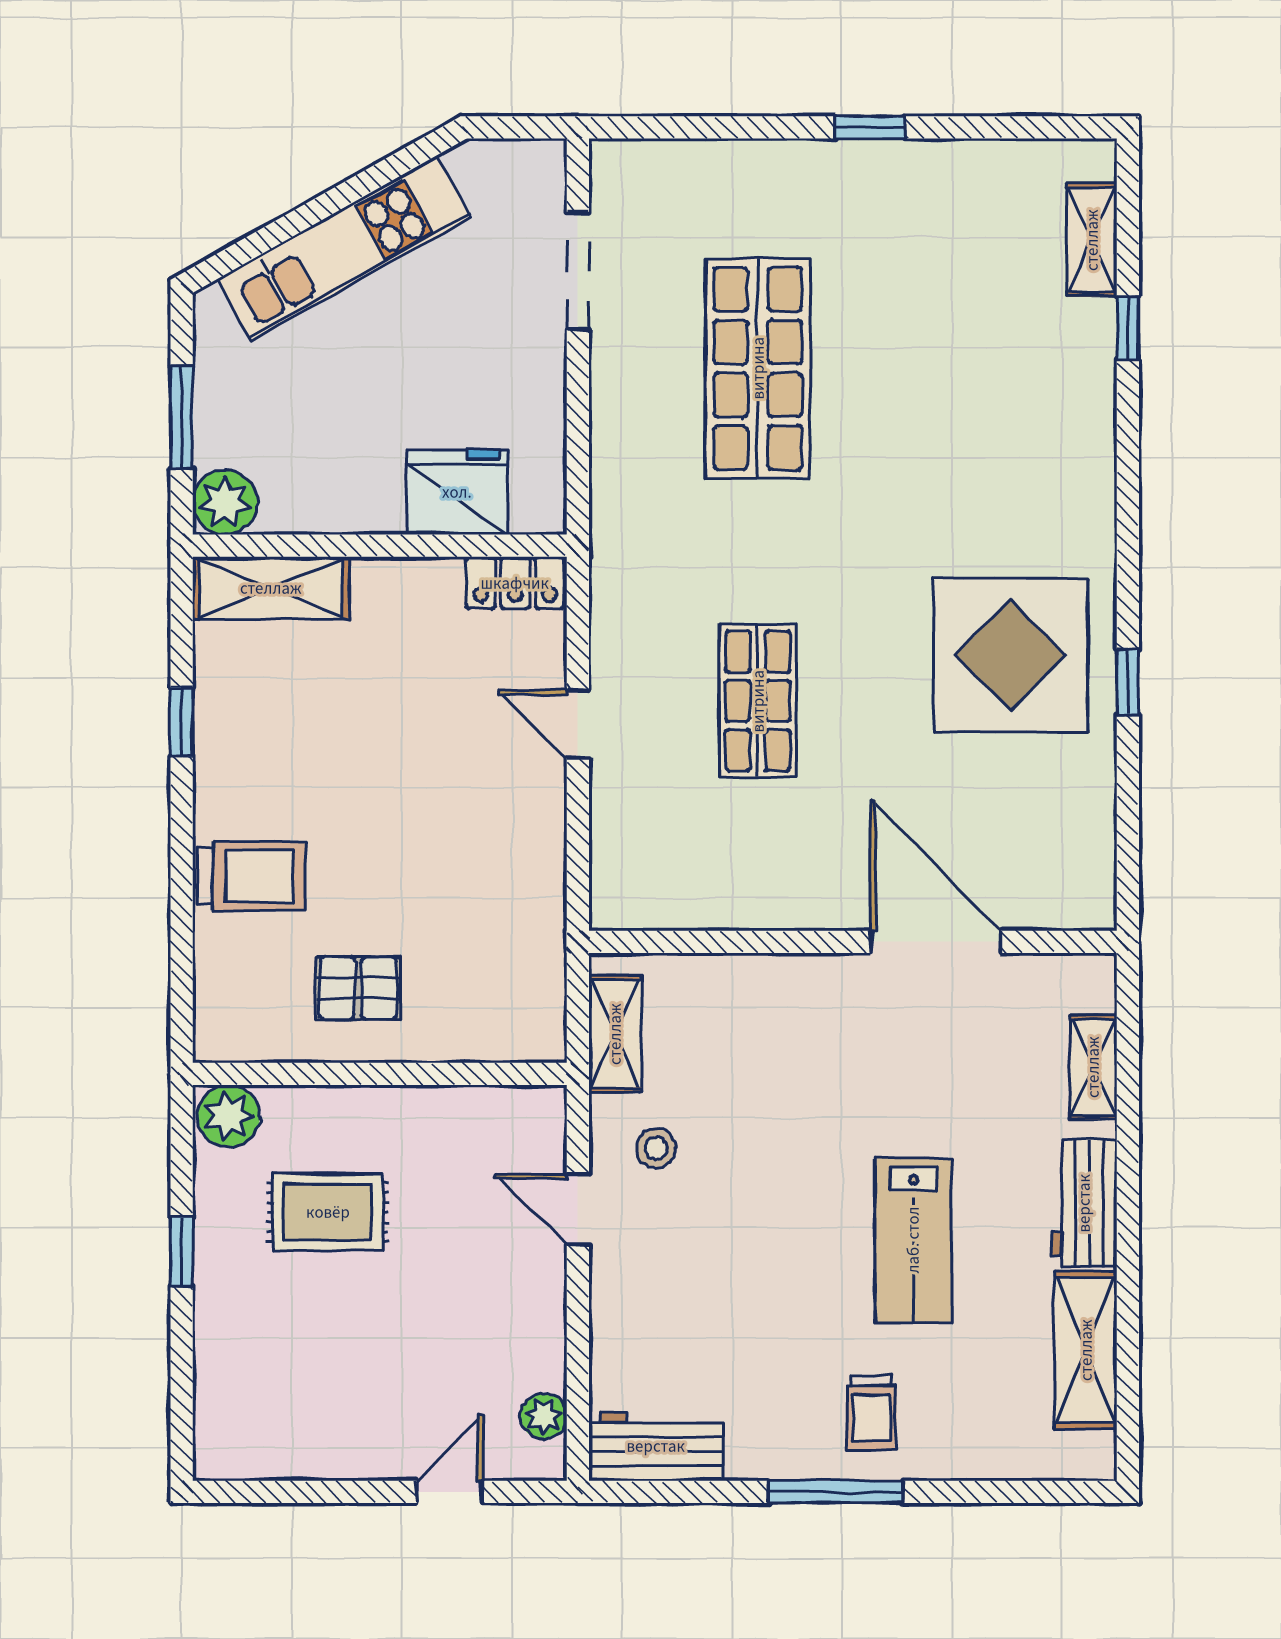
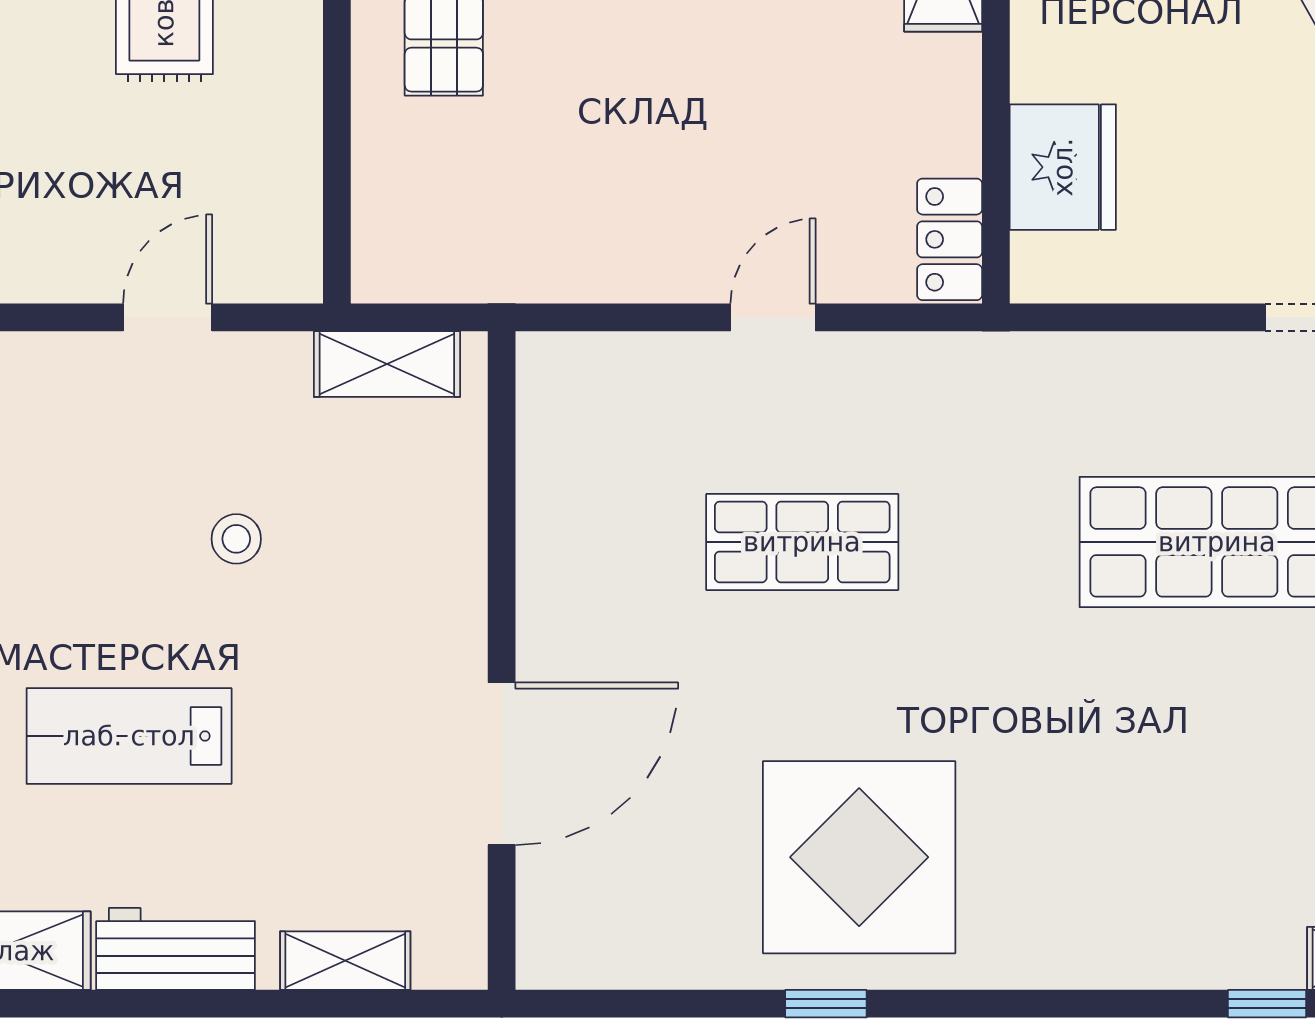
stool: (656, 1148) -> (236, 539), moved

